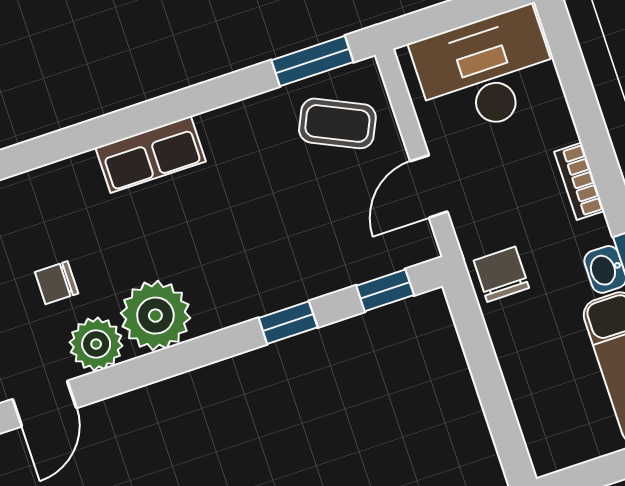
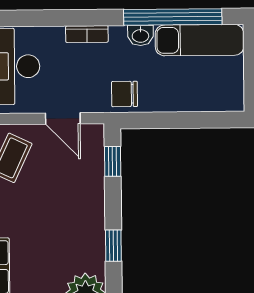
window: (288, 323) -> (113, 246), moved

